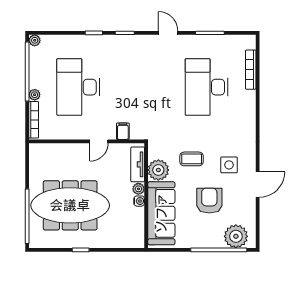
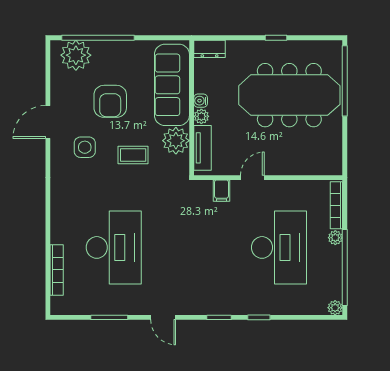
dresser: (132, 241) -> (210, 49), added

